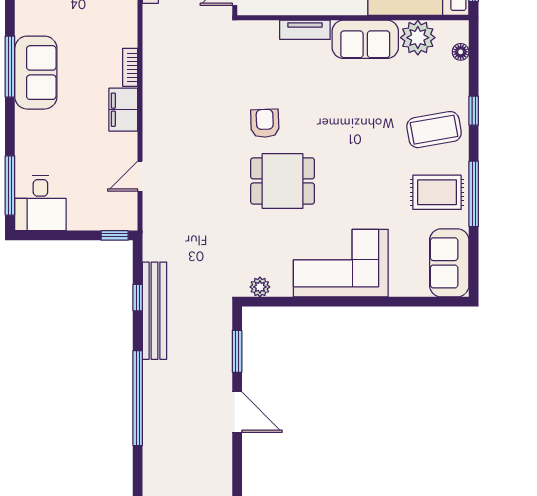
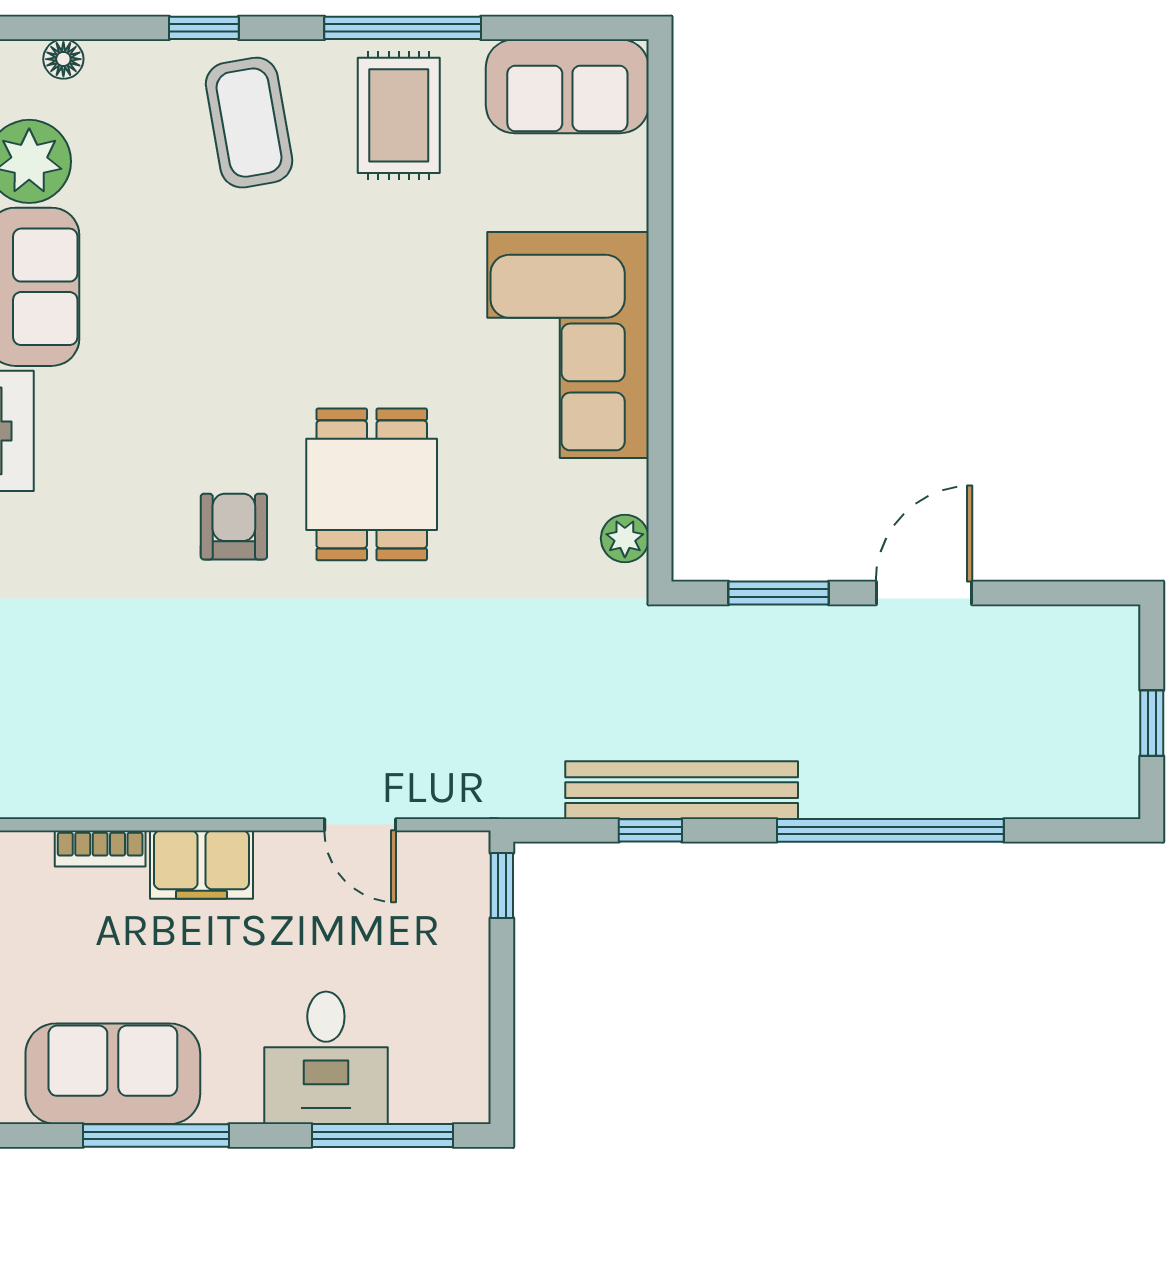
window: (10, 67) -> (156, 1136), moved
armchair: (265, 123) -> (234, 527), turned 92
desk: (40, 203) -> (326, 1058), moved, turned 90

